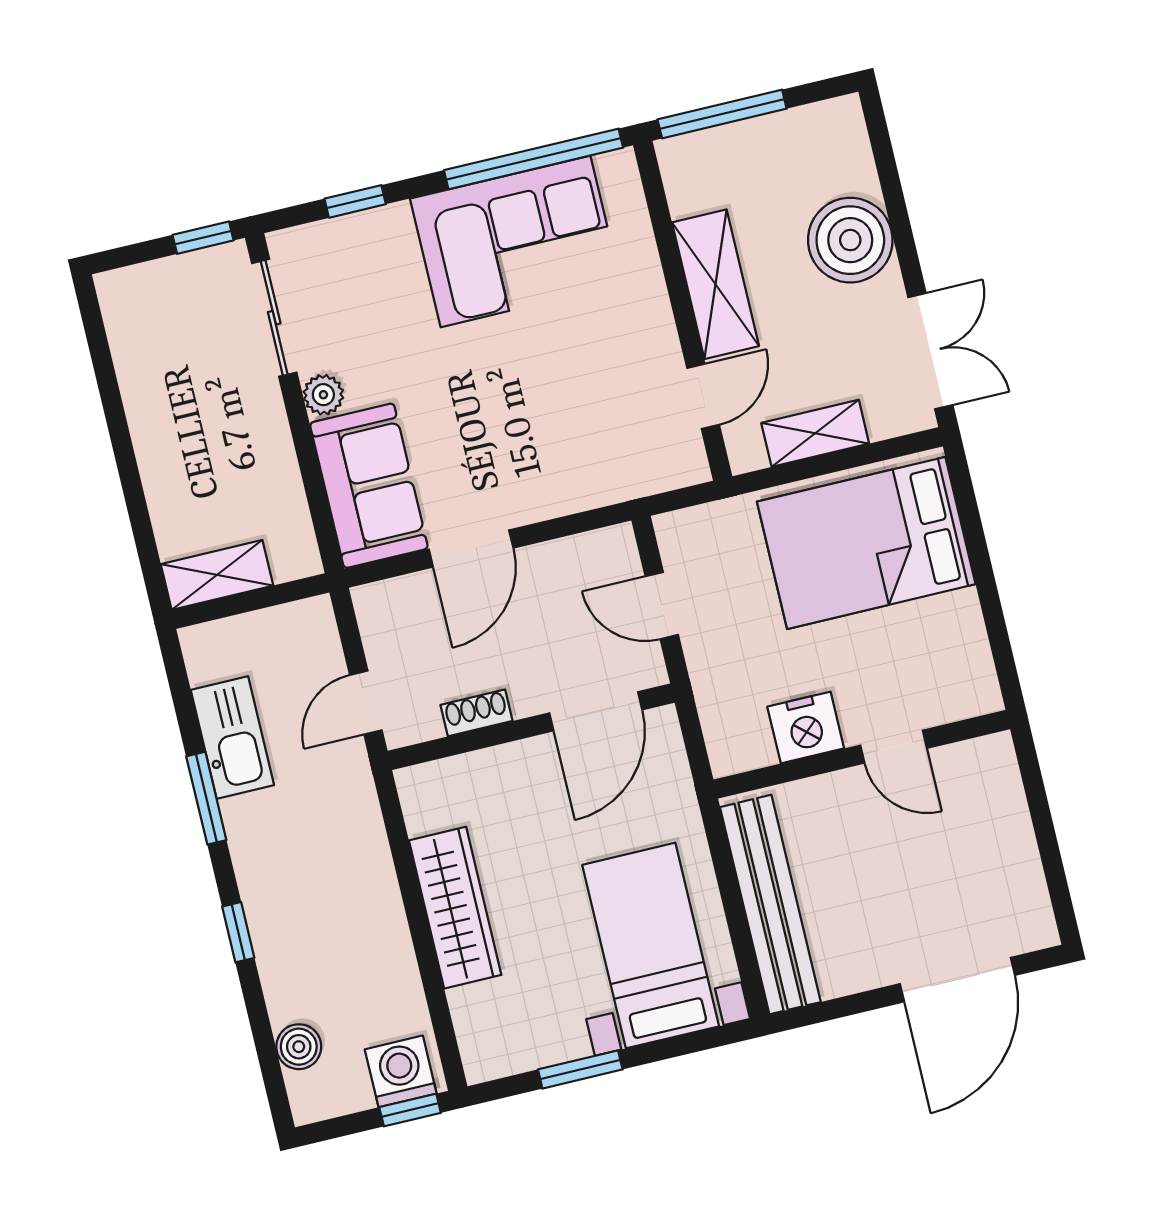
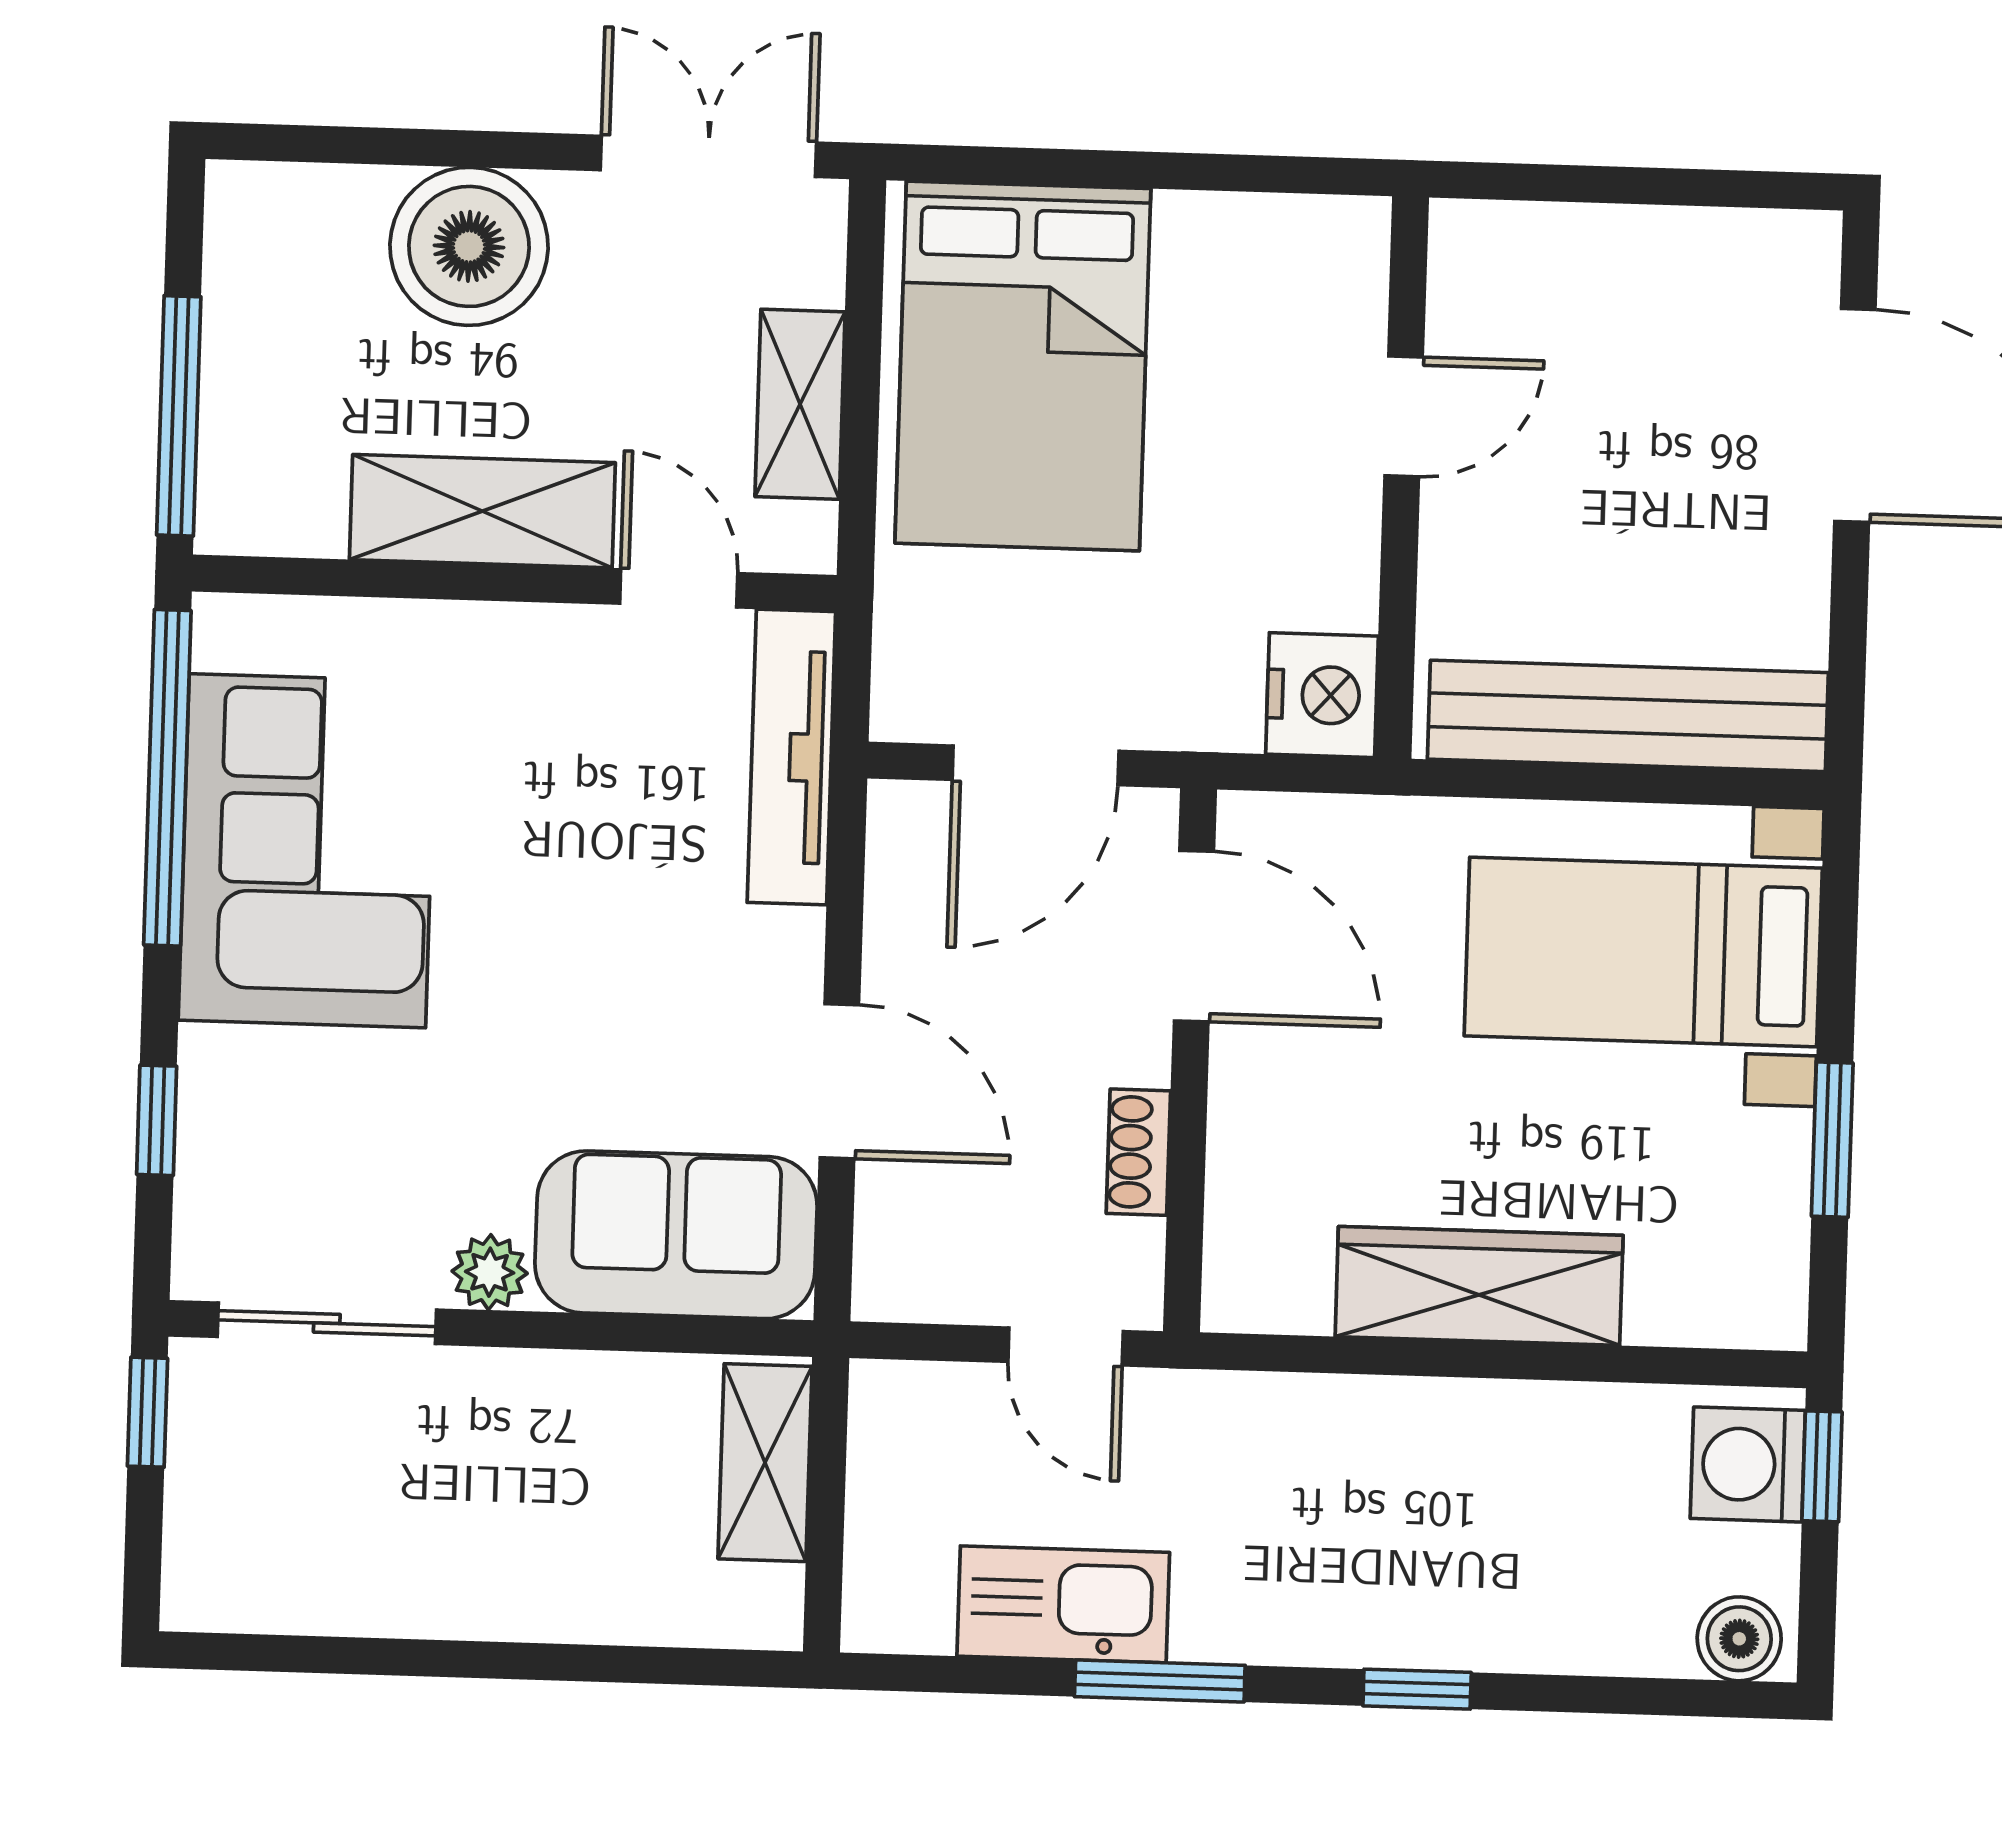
tv unit: (632, 478) -> (791, 757), added
shelving: (217, 575) -> (765, 1463), moved
door: (662, 606) -> (1036, 765), width x1.38
nightstand: (806, 728) -> (1322, 695), moved
boiler: (299, 1047) -> (1739, 1639), moved

